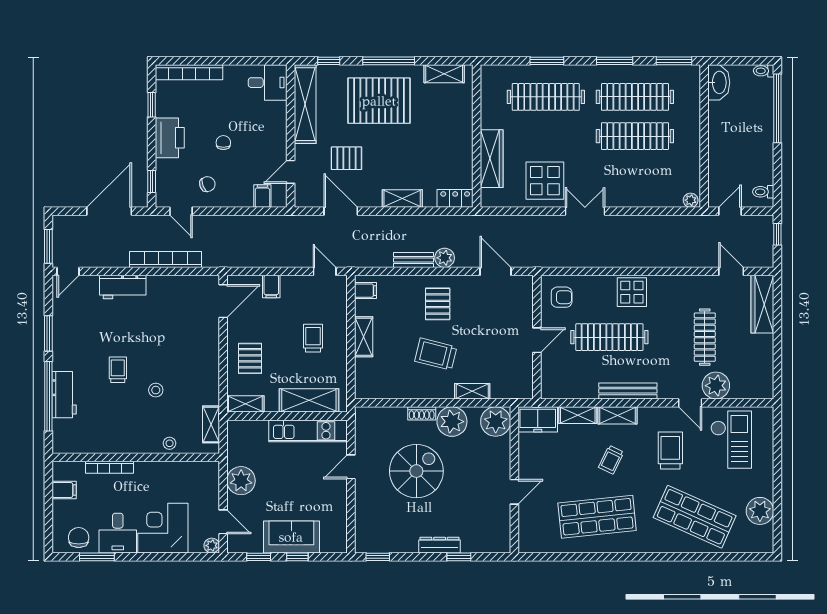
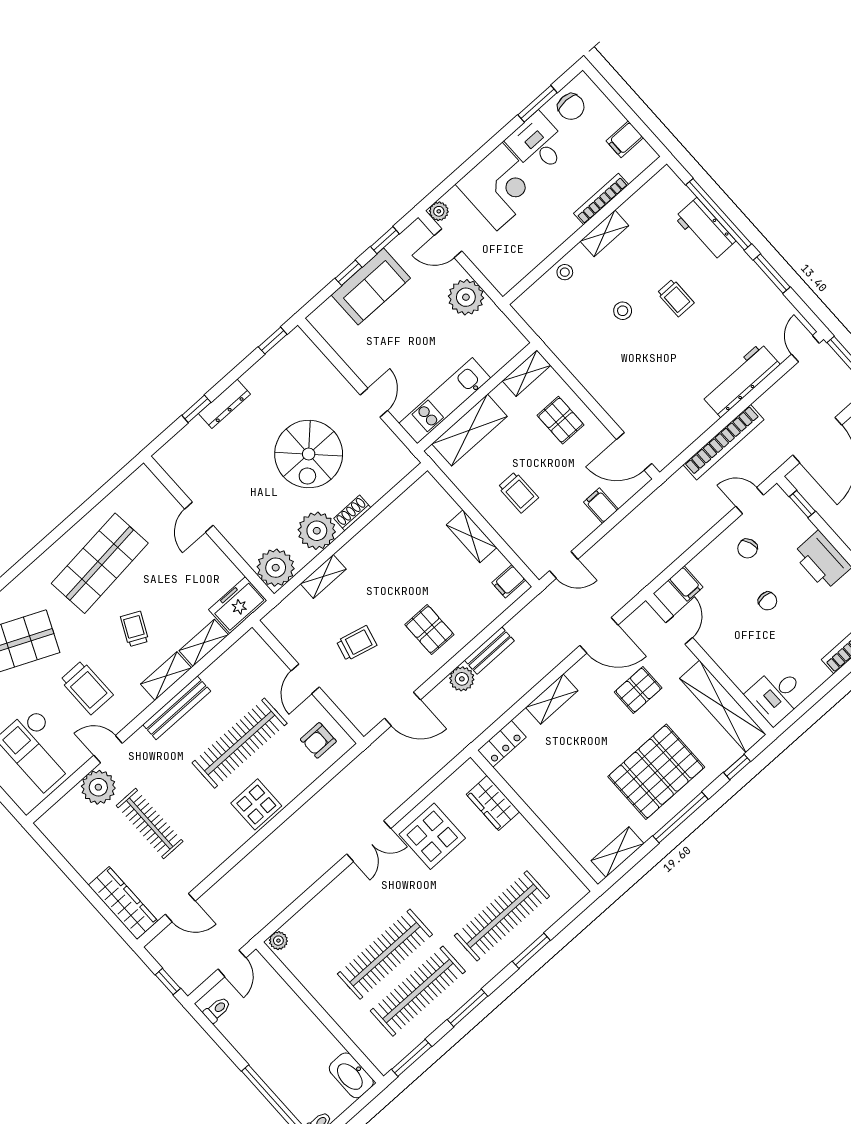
wardrobe: (492, 159) -> (493, 803), width x0.67
workbench: (123, 287) -> (741, 380), width x1.38
door: (223, 301) -> (634, 451), hinge flipped
trolley: (436, 354) -> (357, 643), moved, width x0.73, depth x0.72
shelving: (211, 424) -> (604, 233), moved, turned 90

